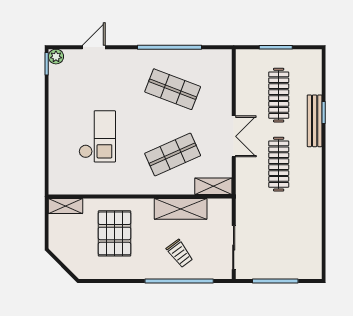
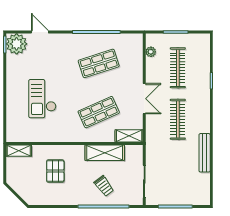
door: (94, 47) -> (40, 32), hinge flipped
plant: (56, 57) -> (17, 44), width x1.88, depth x1.88
plant: (242, 74) -> (151, 52), added
shop shelf: (173, 89) -> (99, 63), turned -39
bench: (315, 121) -> (205, 153), moved
checkout: (97, 136) -> (42, 99), turned 180
pallet: (115, 233) -> (55, 171), width x0.67, depth x0.71

